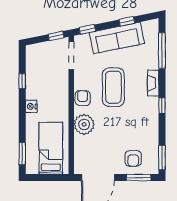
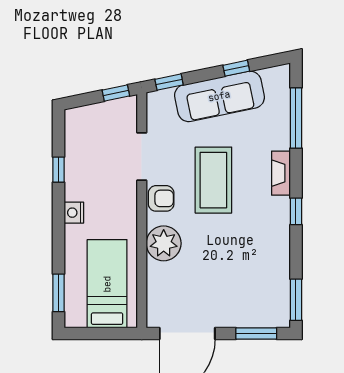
doorway: (71, 55) -> (142, 157), moved
armchair: (83, 98) -> (161, 198), turned 90
armchair: (133, 158) -> (247, 301), removed

